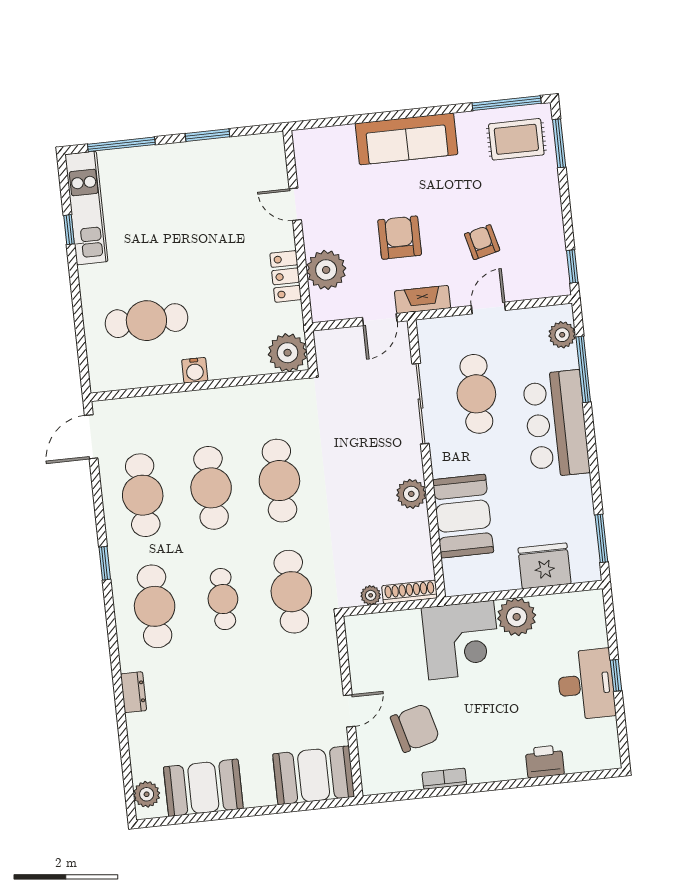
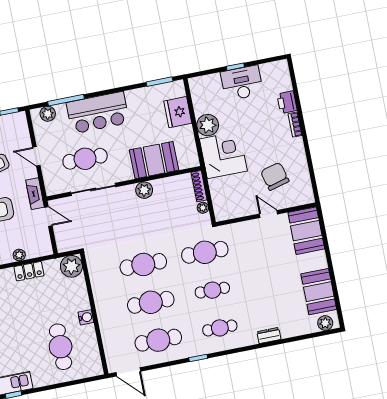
plant: (326, 270) -> (19, 255), width x0.53, depth x0.53
cafe table: (155, 606) -> (220, 328), width x0.73, depth x0.74
bookcase: (444, 779) -> (295, 125), moved

